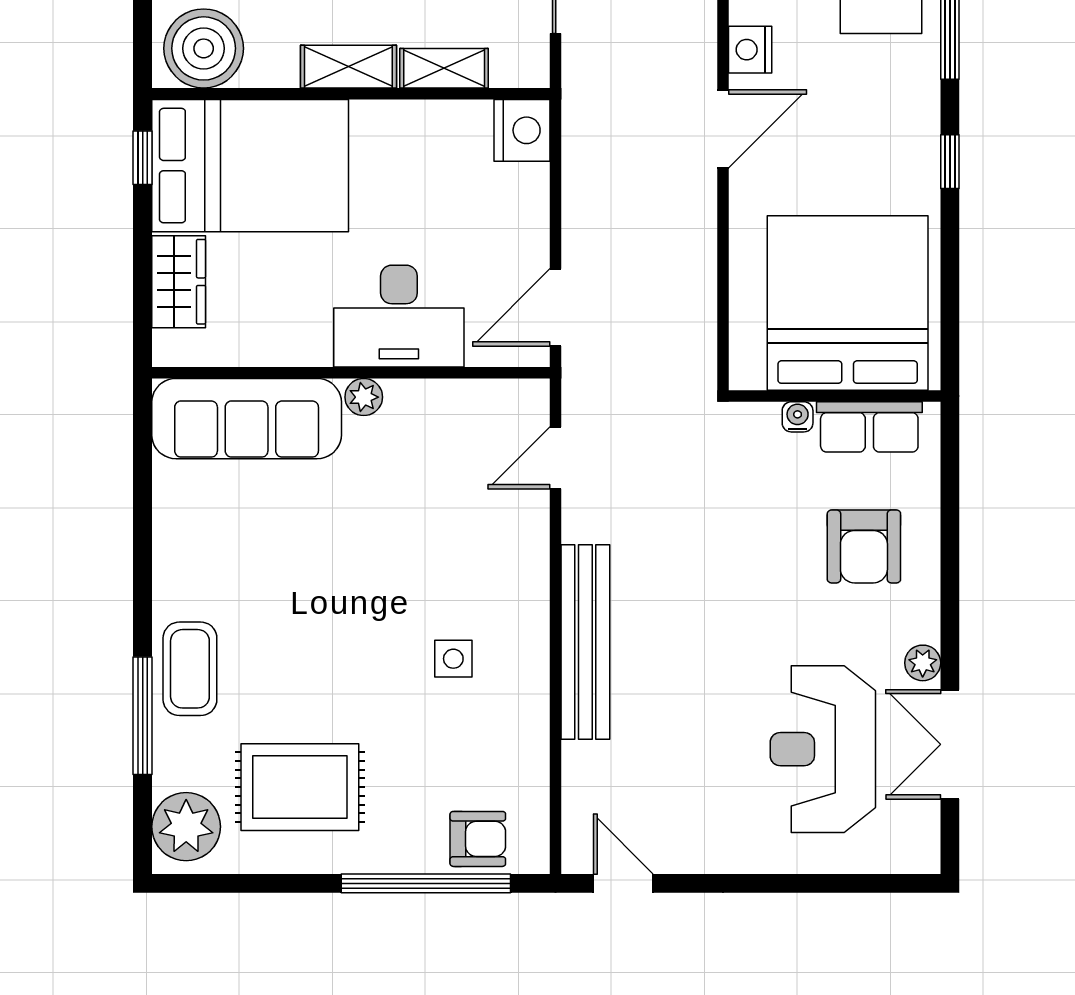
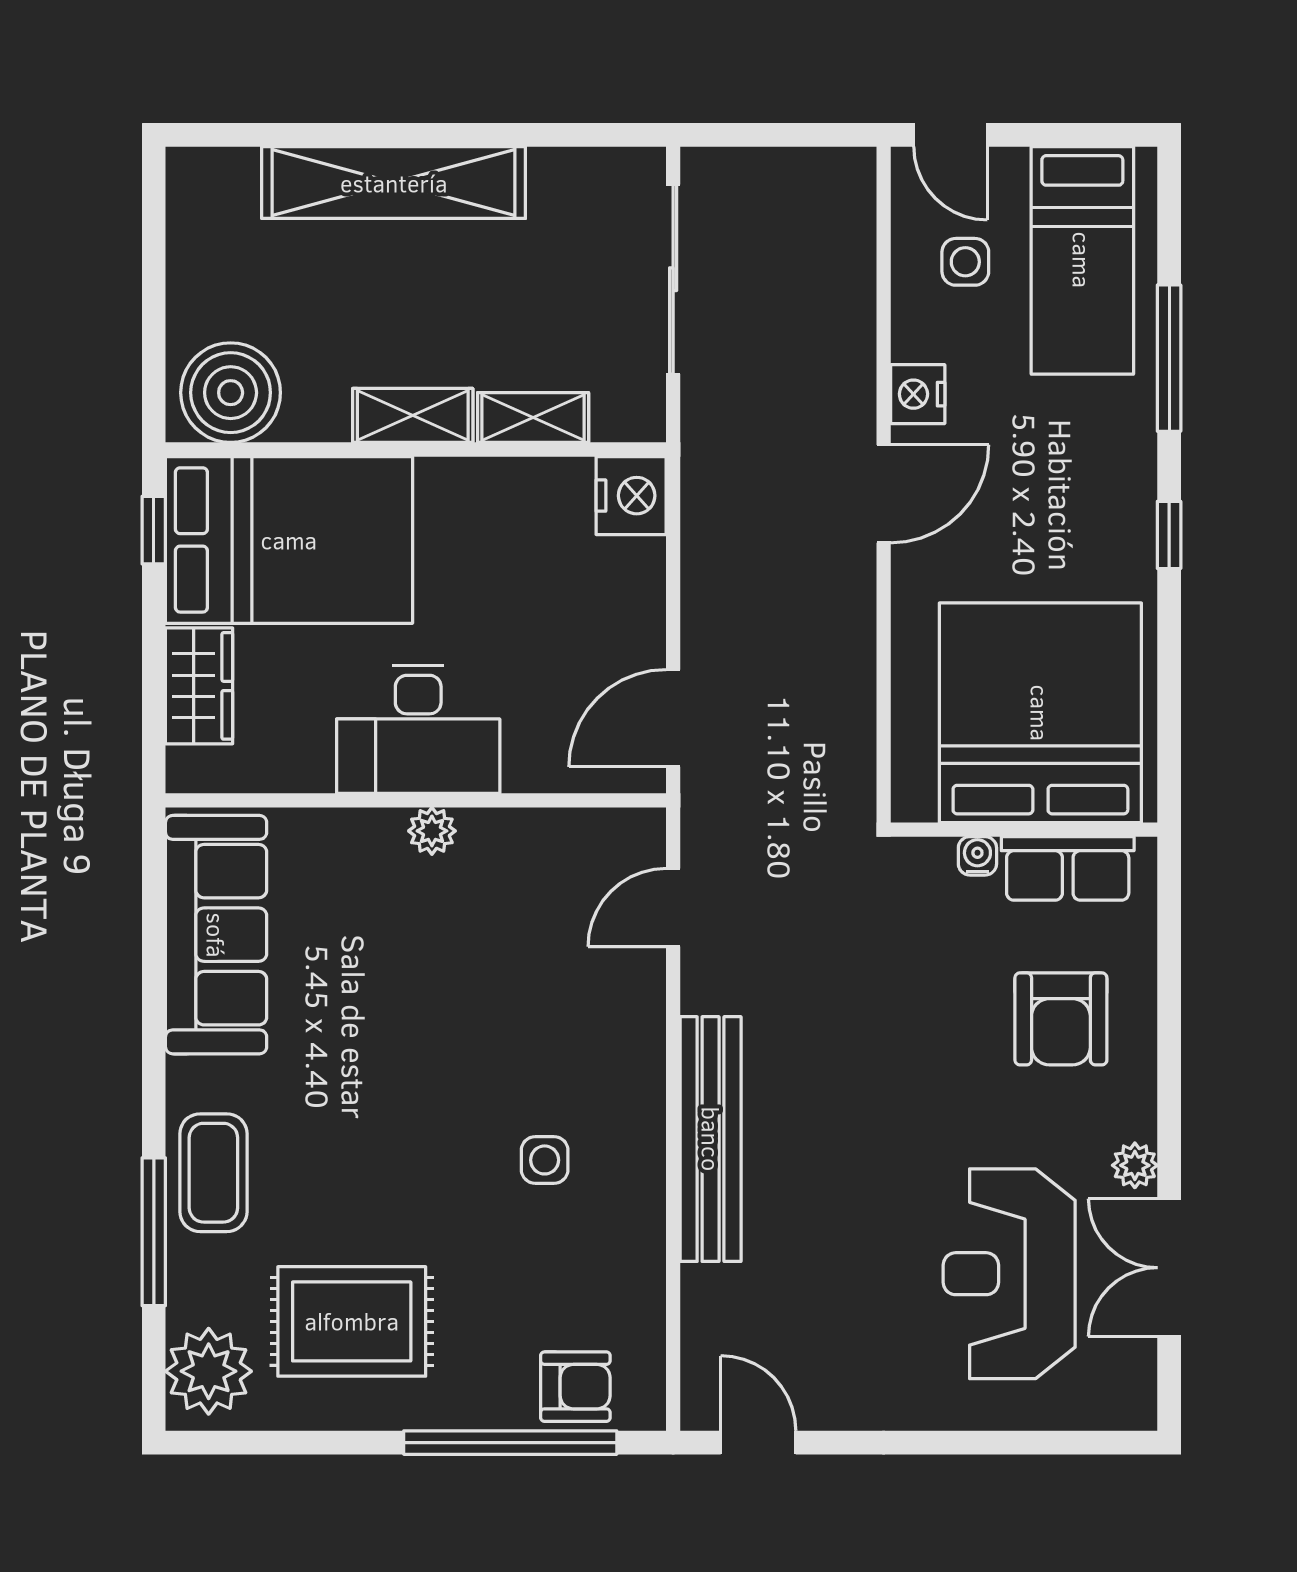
desk: (399, 316) -> (418, 729), moved
sofa: (247, 419) -> (216, 935), moved, turned -90

